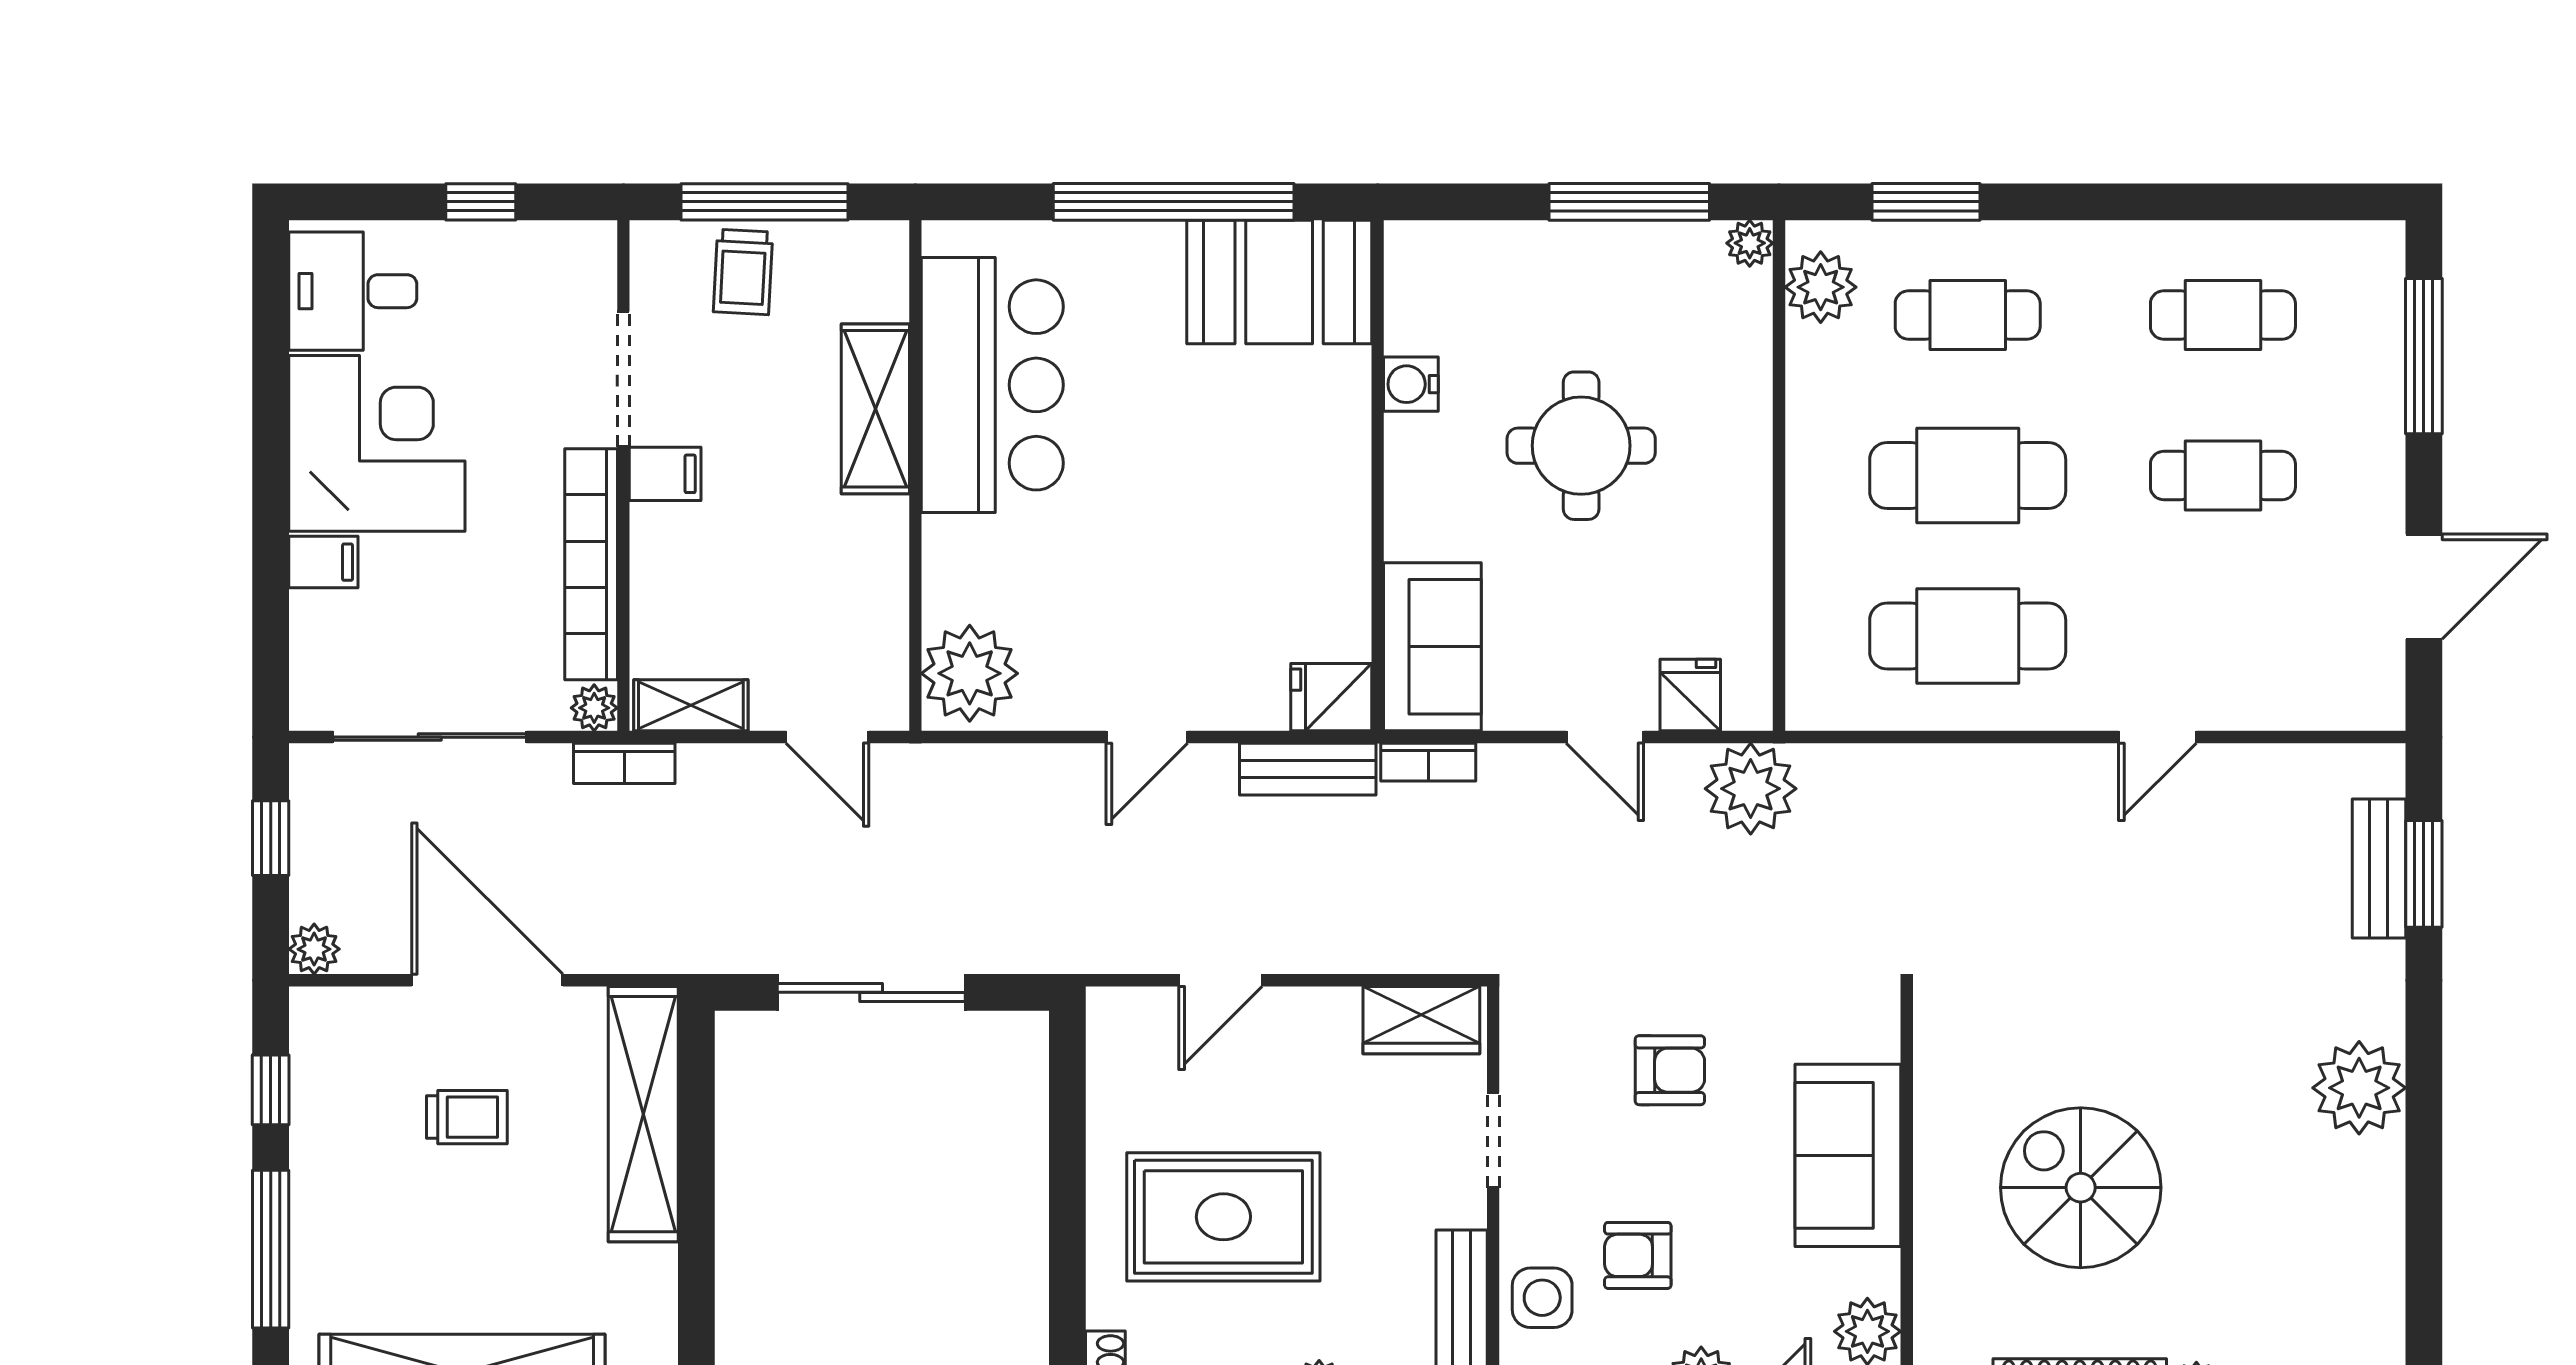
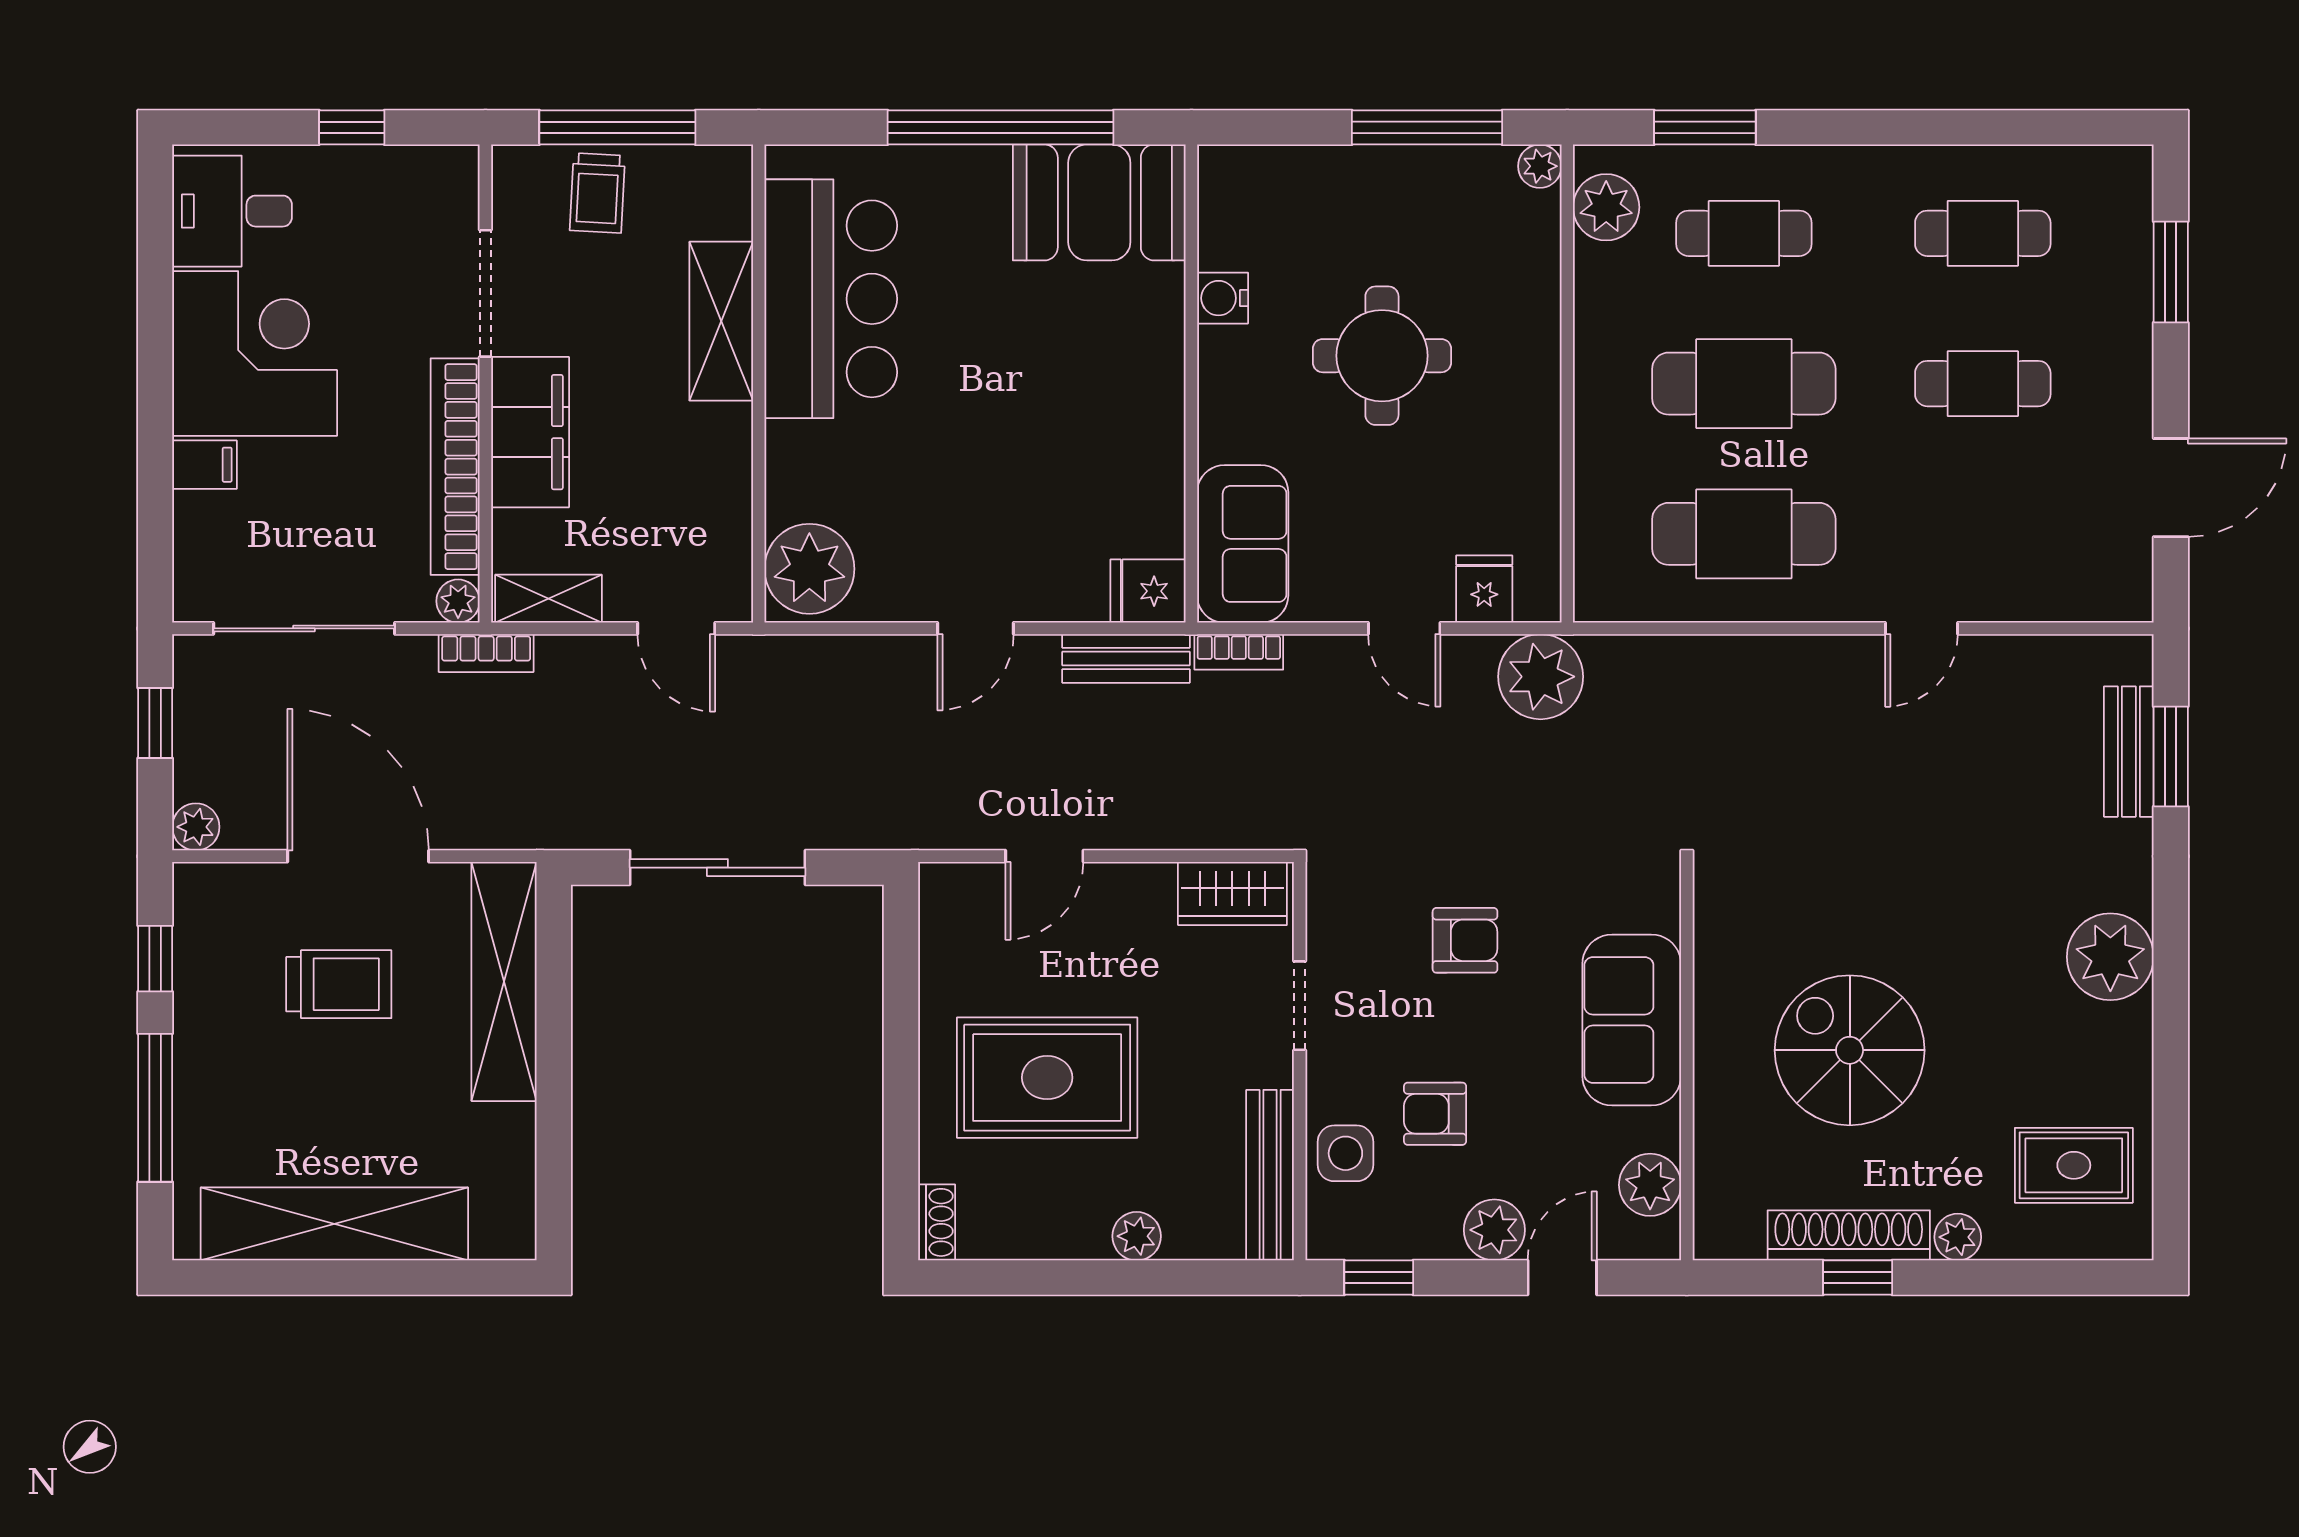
window: (2424, 356) -> (2171, 272), width x0.69
filing cabinet: (665, 474) -> (530, 432), width x3.00, depth x1.17
trolley: (467, 1117) -> (339, 984), width x1.36, depth x1.39
rug: (2320, 1311) -> (2074, 1165), added

